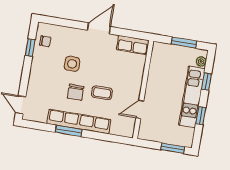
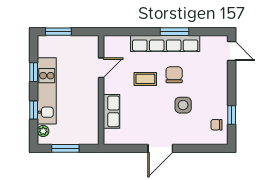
row of seats: (133, 45) -> (112, 111), moved, turned 90

